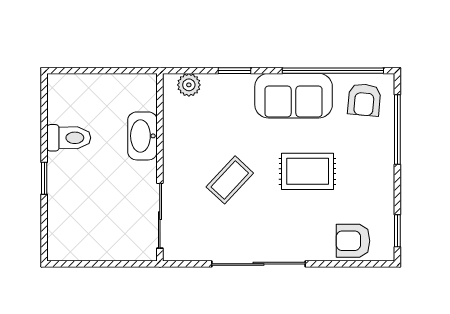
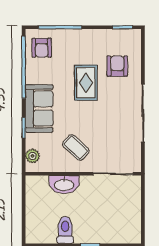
sofa: (294, 96) -> (39, 109), moved
armchair: (364, 100) -> (42, 48), turned 85
coffee table: (230, 180) -> (76, 147), moved
armchair: (353, 241) -> (117, 66), moved, turned 180

